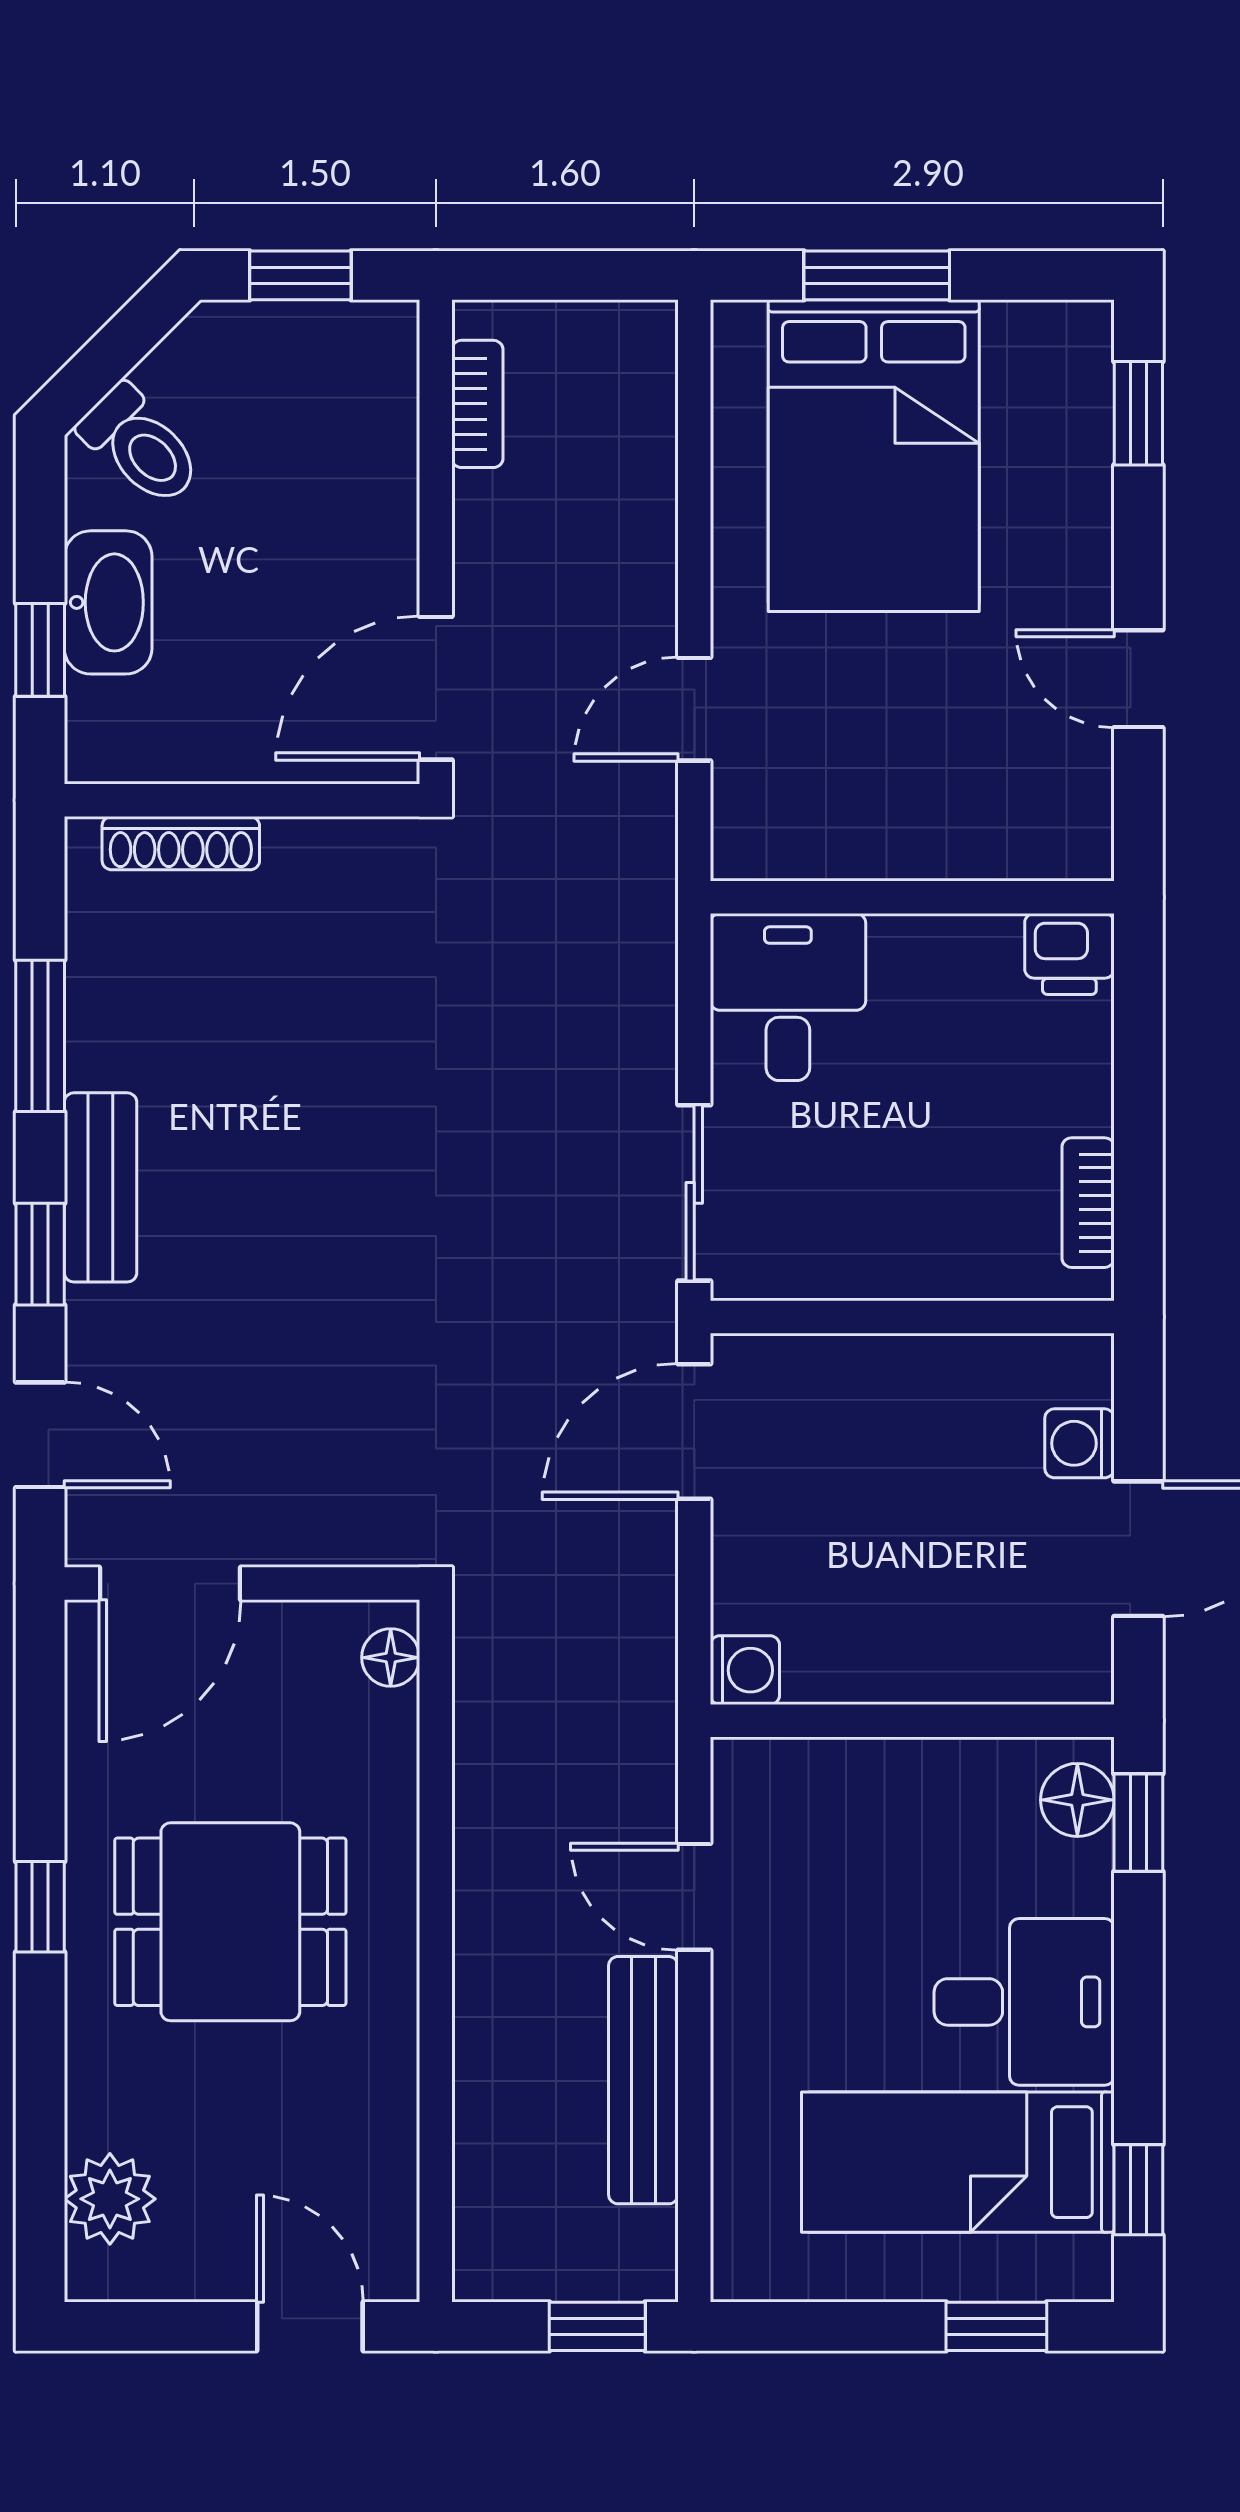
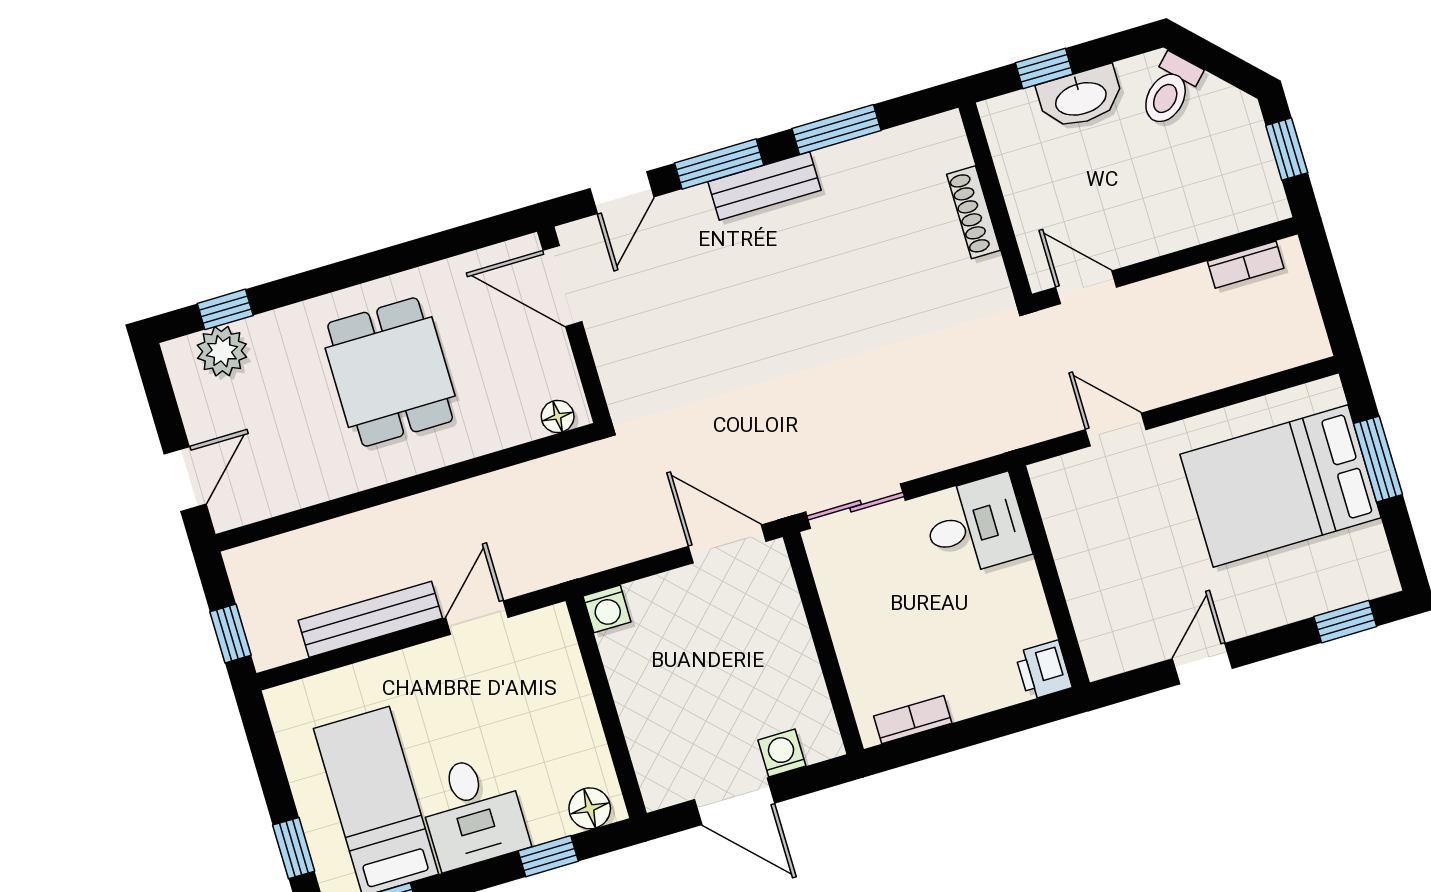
door: (436, 688) -> (1086, 287), width x0.73
shoe rack: (181, 843) -> (973, 212), moved
window: (40, 1254) -> (719, 164), width x1.50
window: (1138, 1823) -> (548, 856), moved
window: (40, 1907) -> (225, 309), moved

